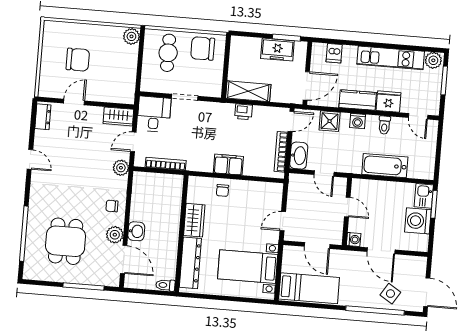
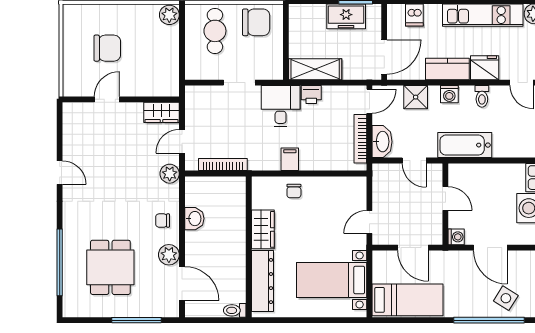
chair: (203, 48) -> (256, 22), turned 180
desk: (154, 114) -> (281, 106), moved
dresser: (43, 117) -> (71, 120), removed
filing cabinet: (228, 165) -> (290, 159), width x0.50
bathtub: (385, 166) -> (465, 145), moved
washbasin: (136, 231) -> (194, 219), moved

